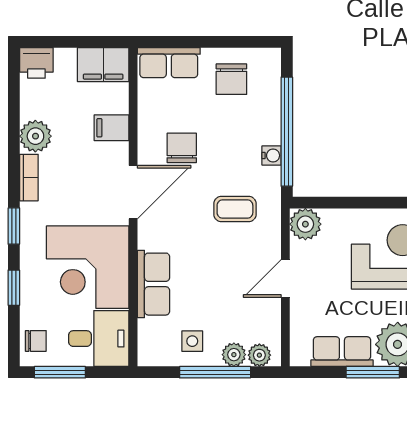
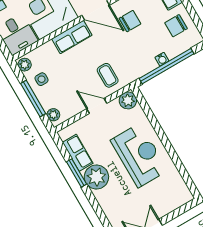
water cooler: (272, 155) -> (162, 59), moved
coffee table: (235, 209) -> (108, 75), moved
row of seats: (153, 284) -> (72, 37), moved
plant: (234, 355) -> (25, 65), moved

